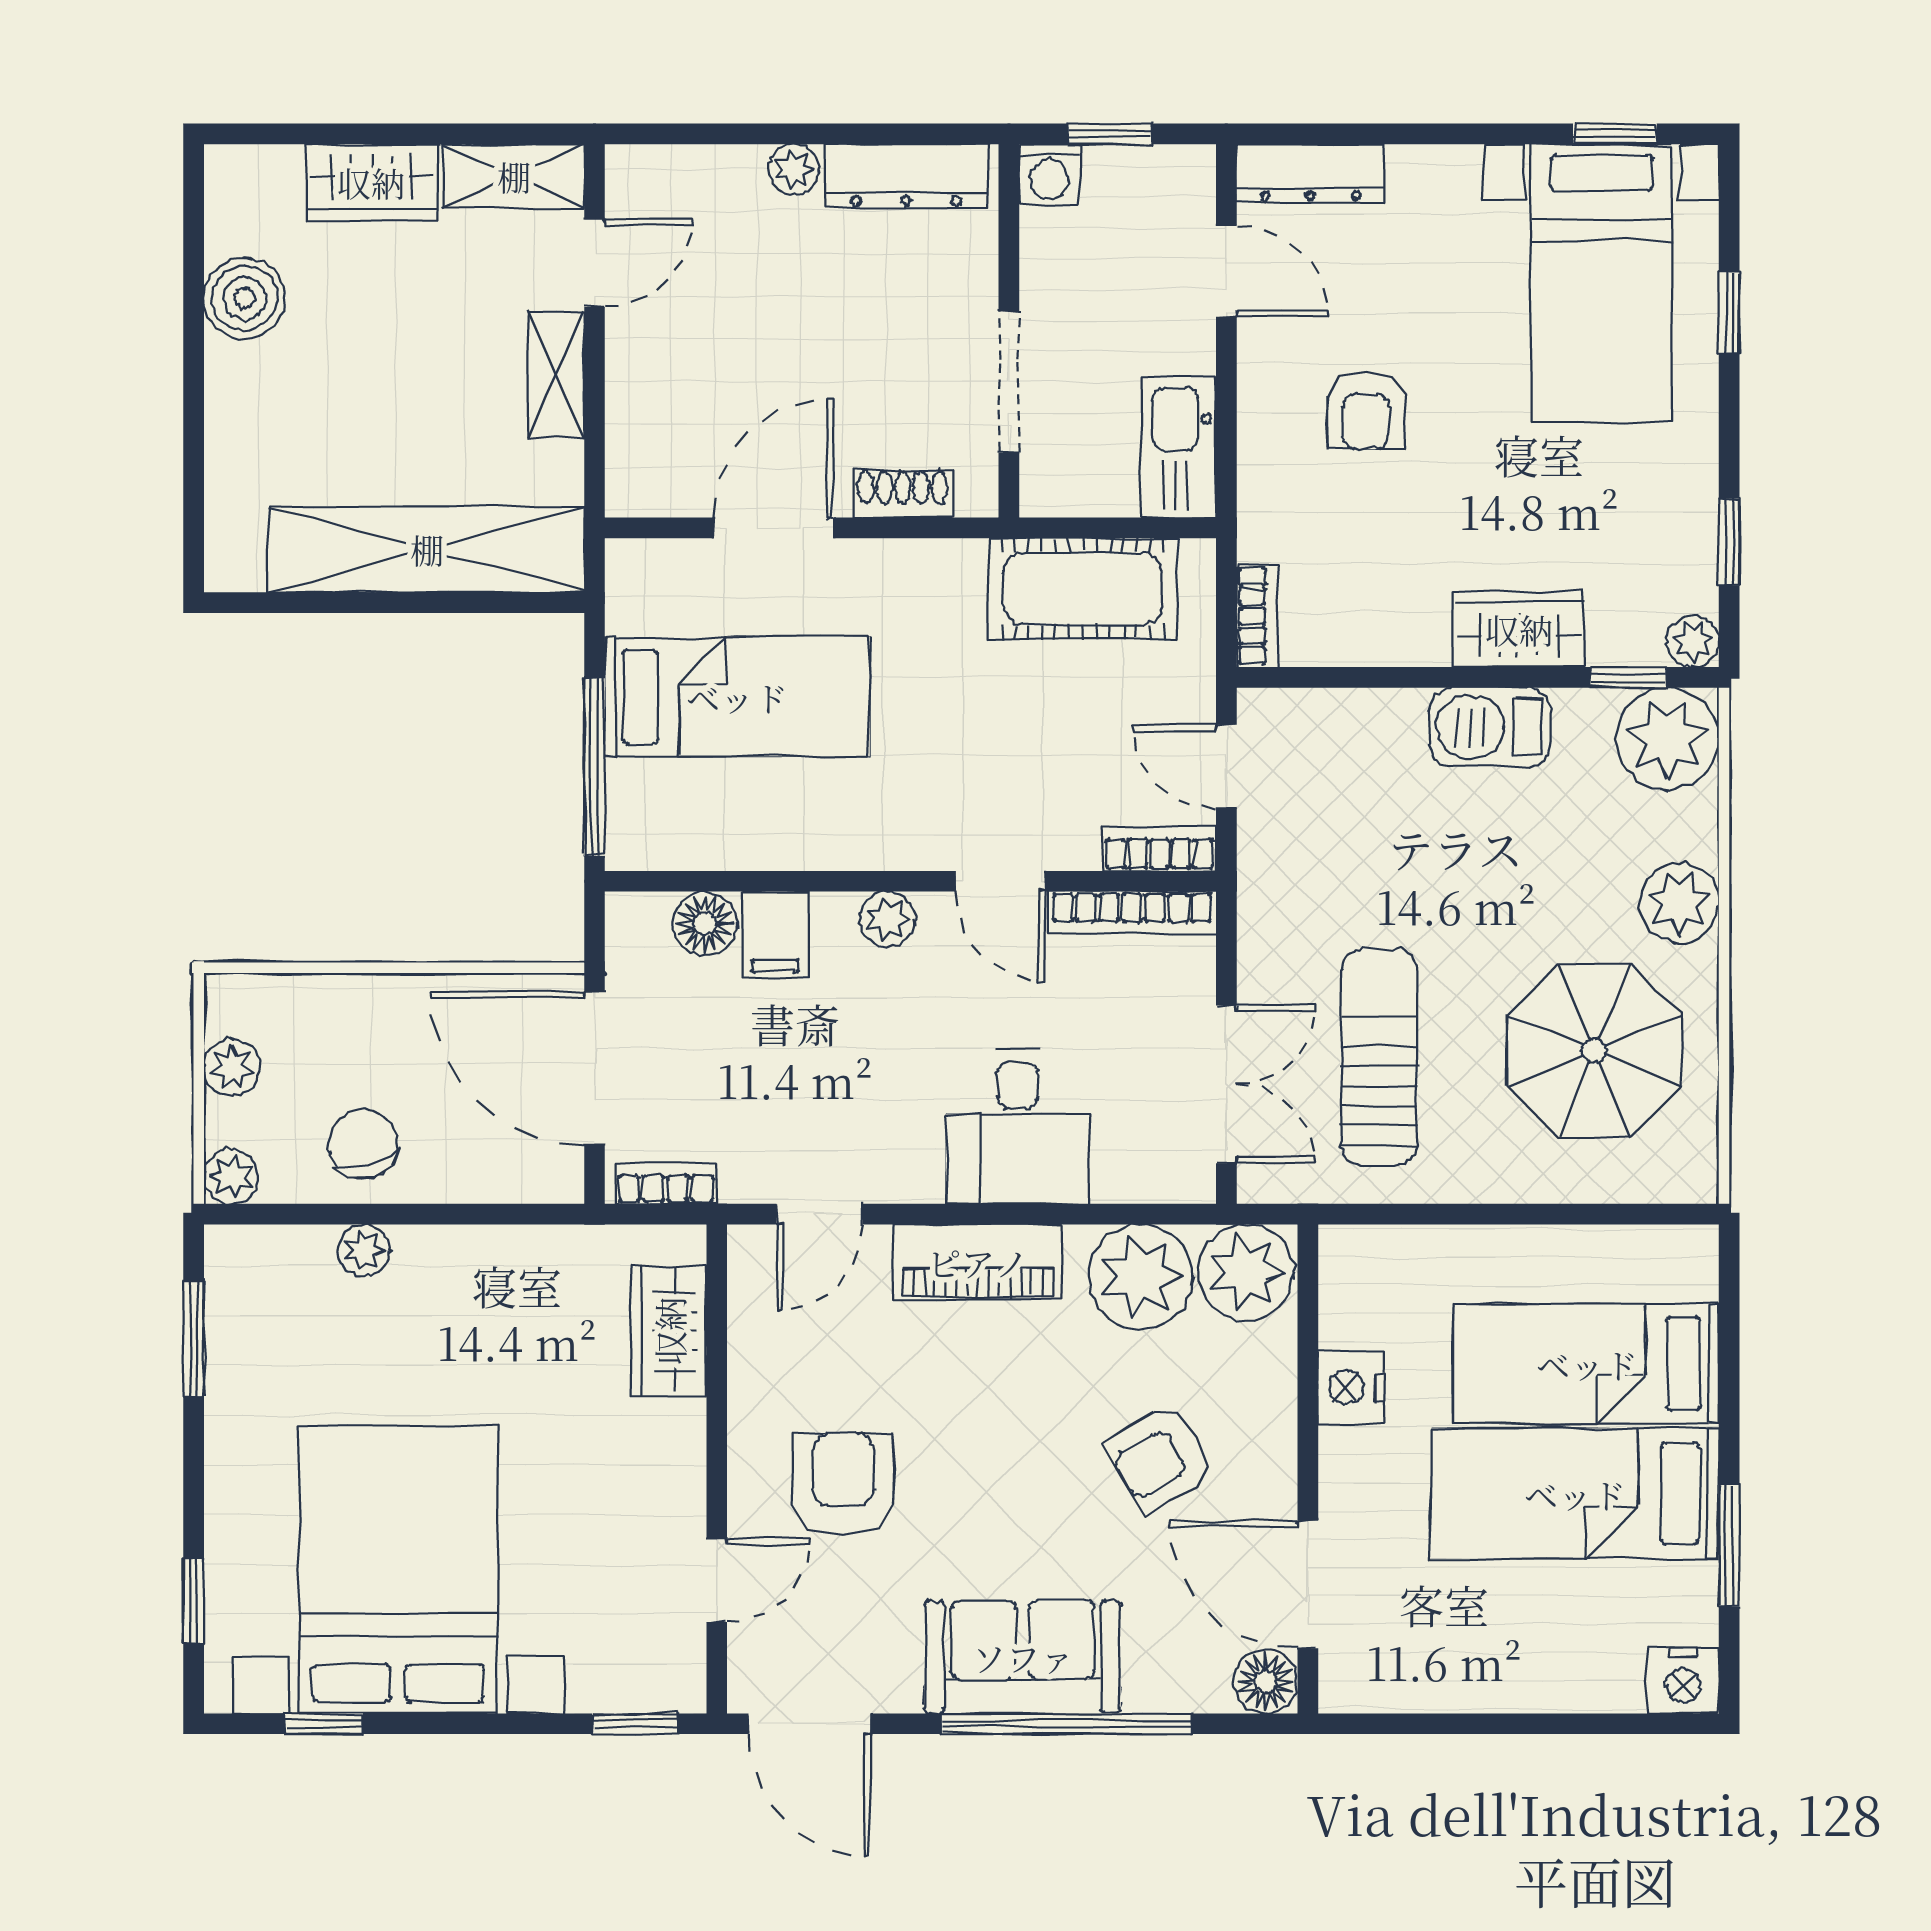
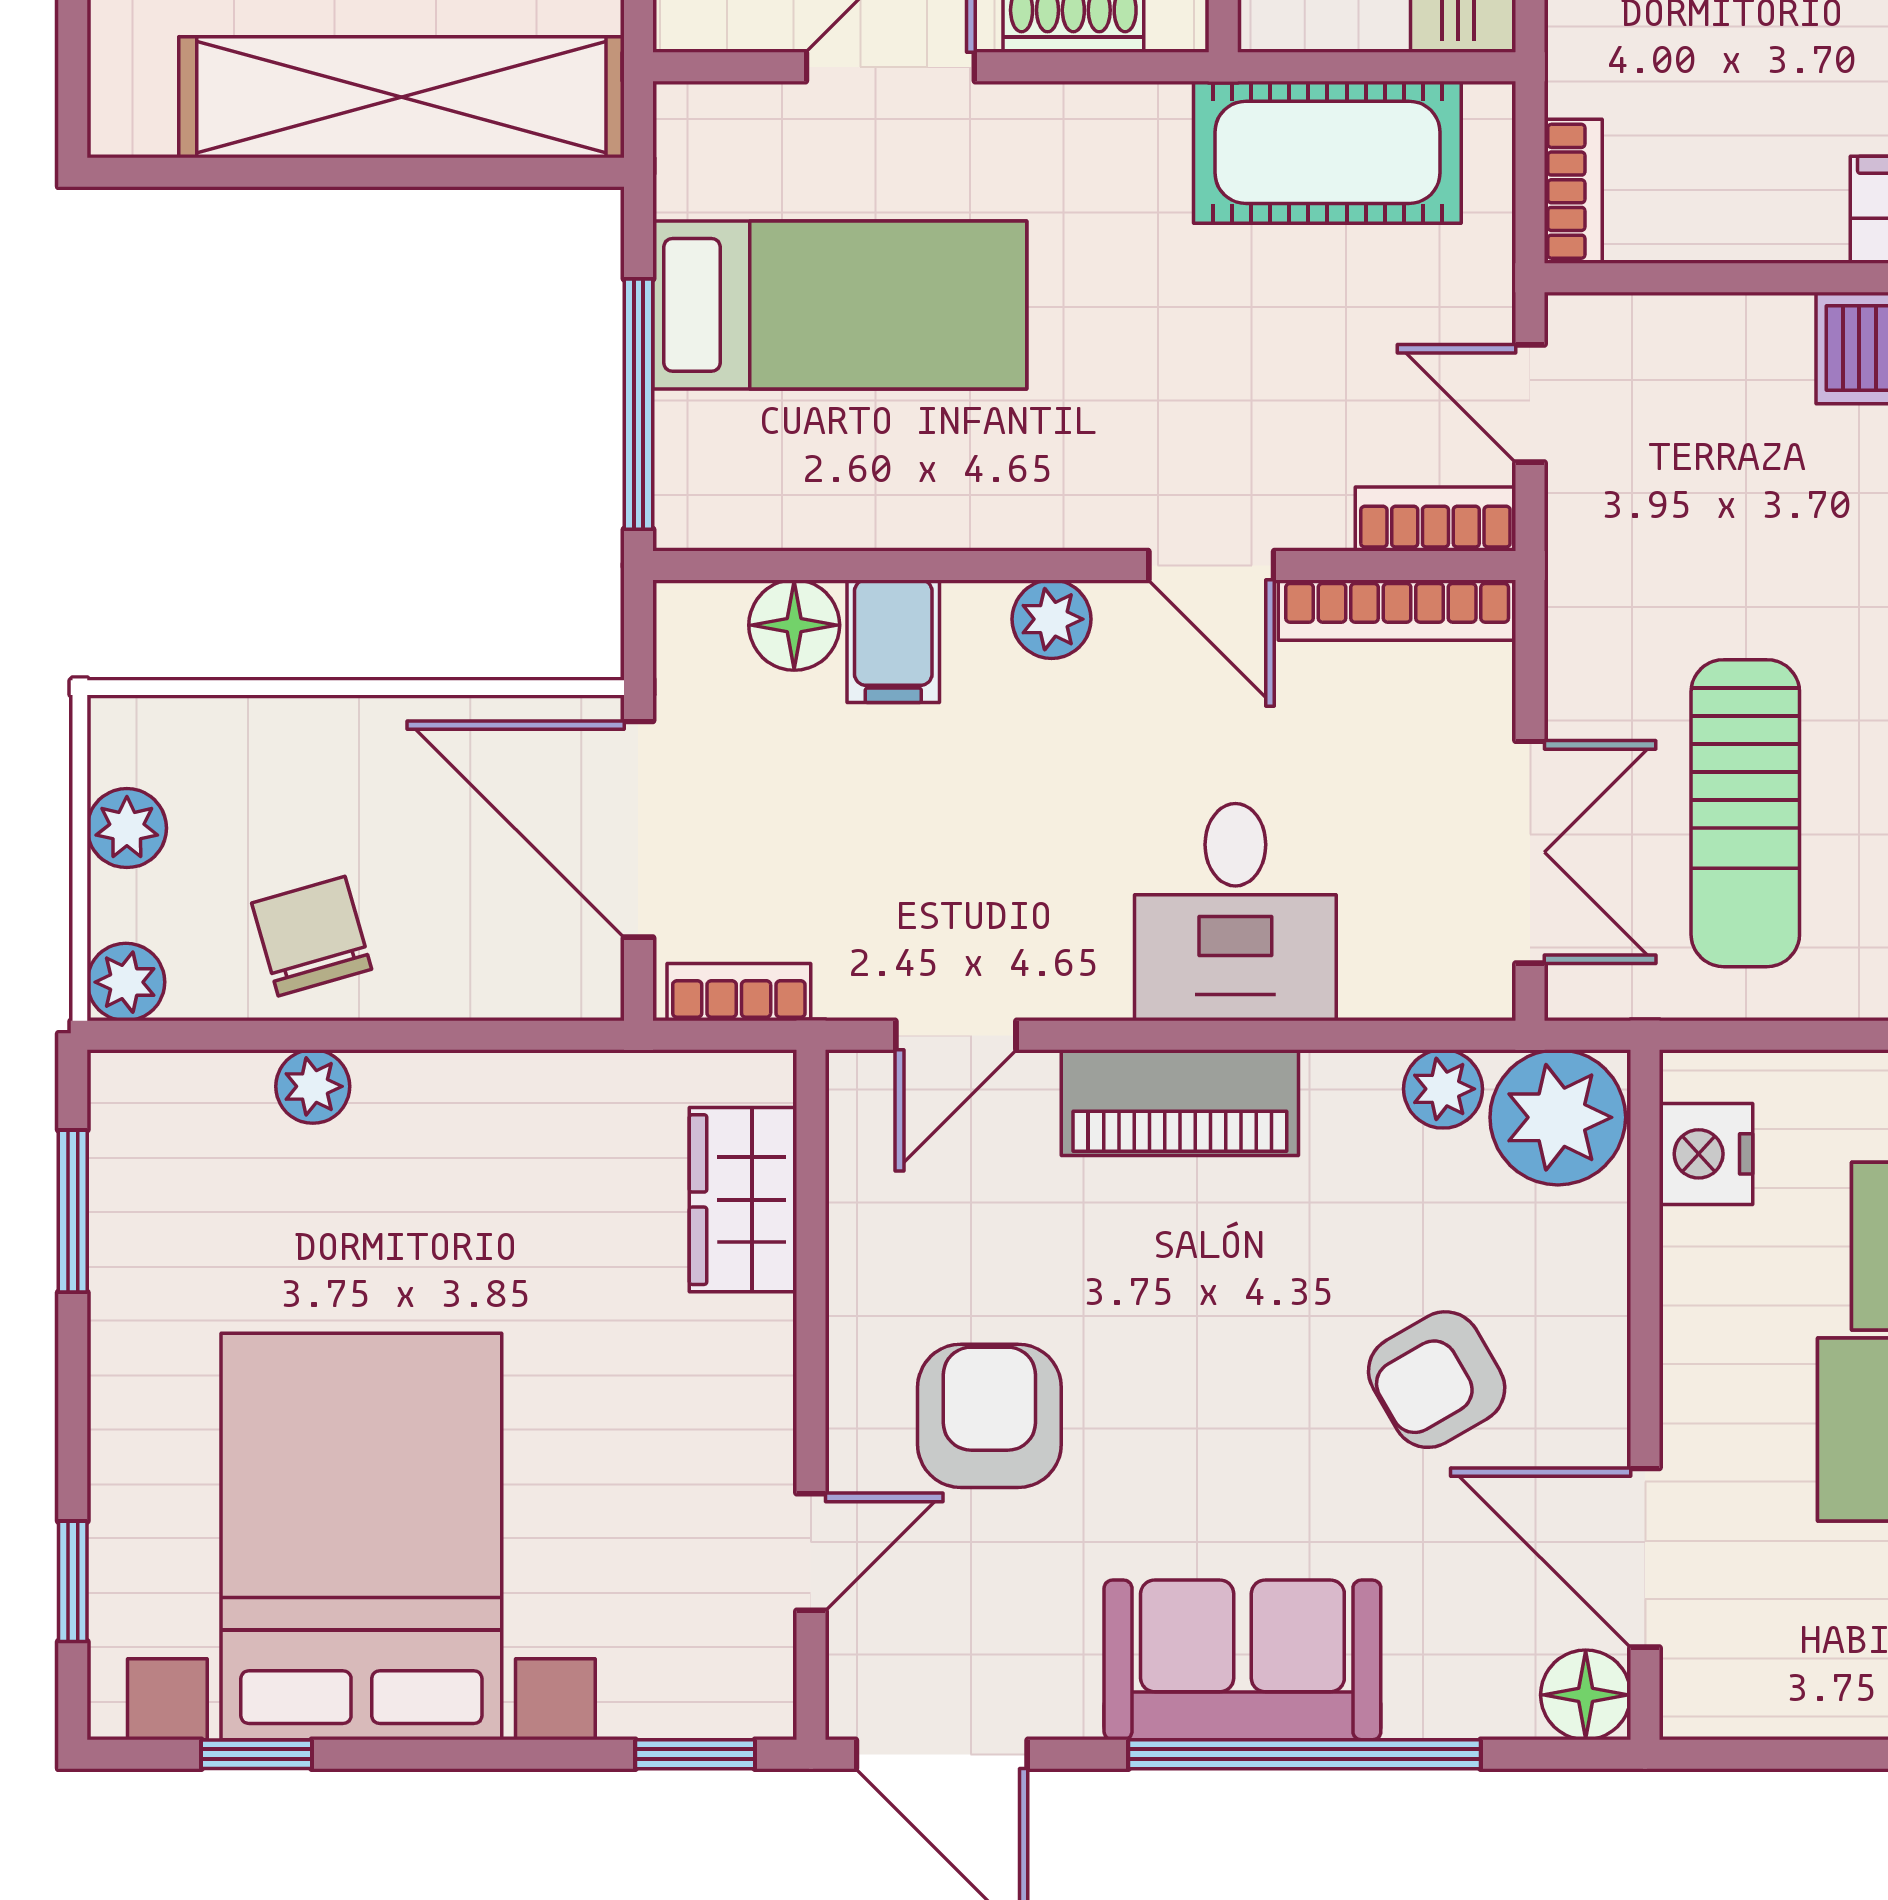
sun lounger: (1379, 1057) -> (1745, 813), turned 180
plant: (1140, 1277) -> (1443, 1089), width x0.53, depth x0.53
nightstand: (1351, 1387) -> (1706, 1154), moved

